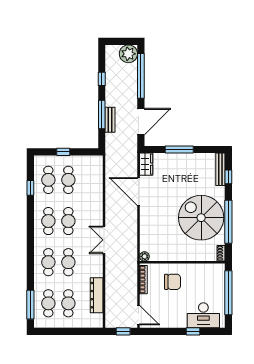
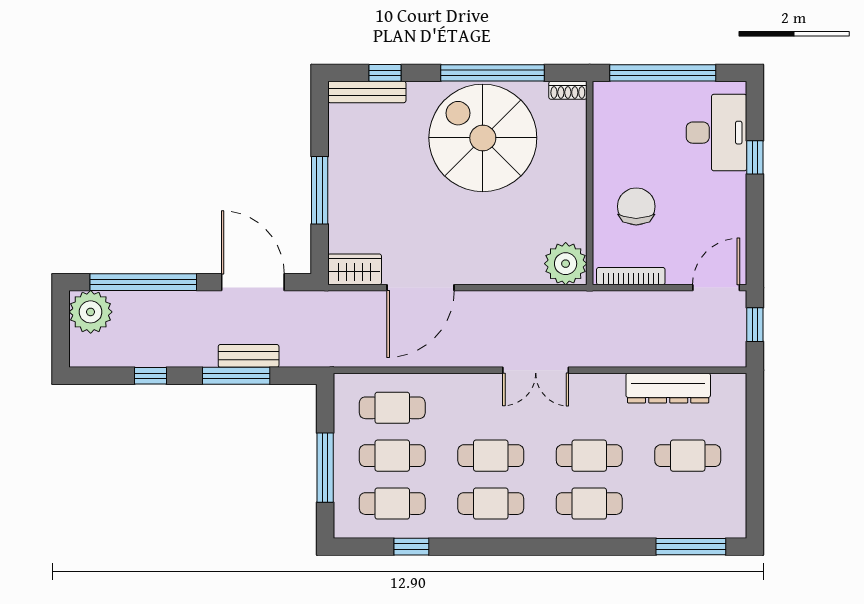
window: (63, 152) -> (325, 468), width x2.17
spiral stairs: (201, 218) -> (483, 138), turned 90
plant: (144, 256) -> (566, 264), width x1.88, depth x1.88
cafe table: (48, 303) -> (392, 408), moved

